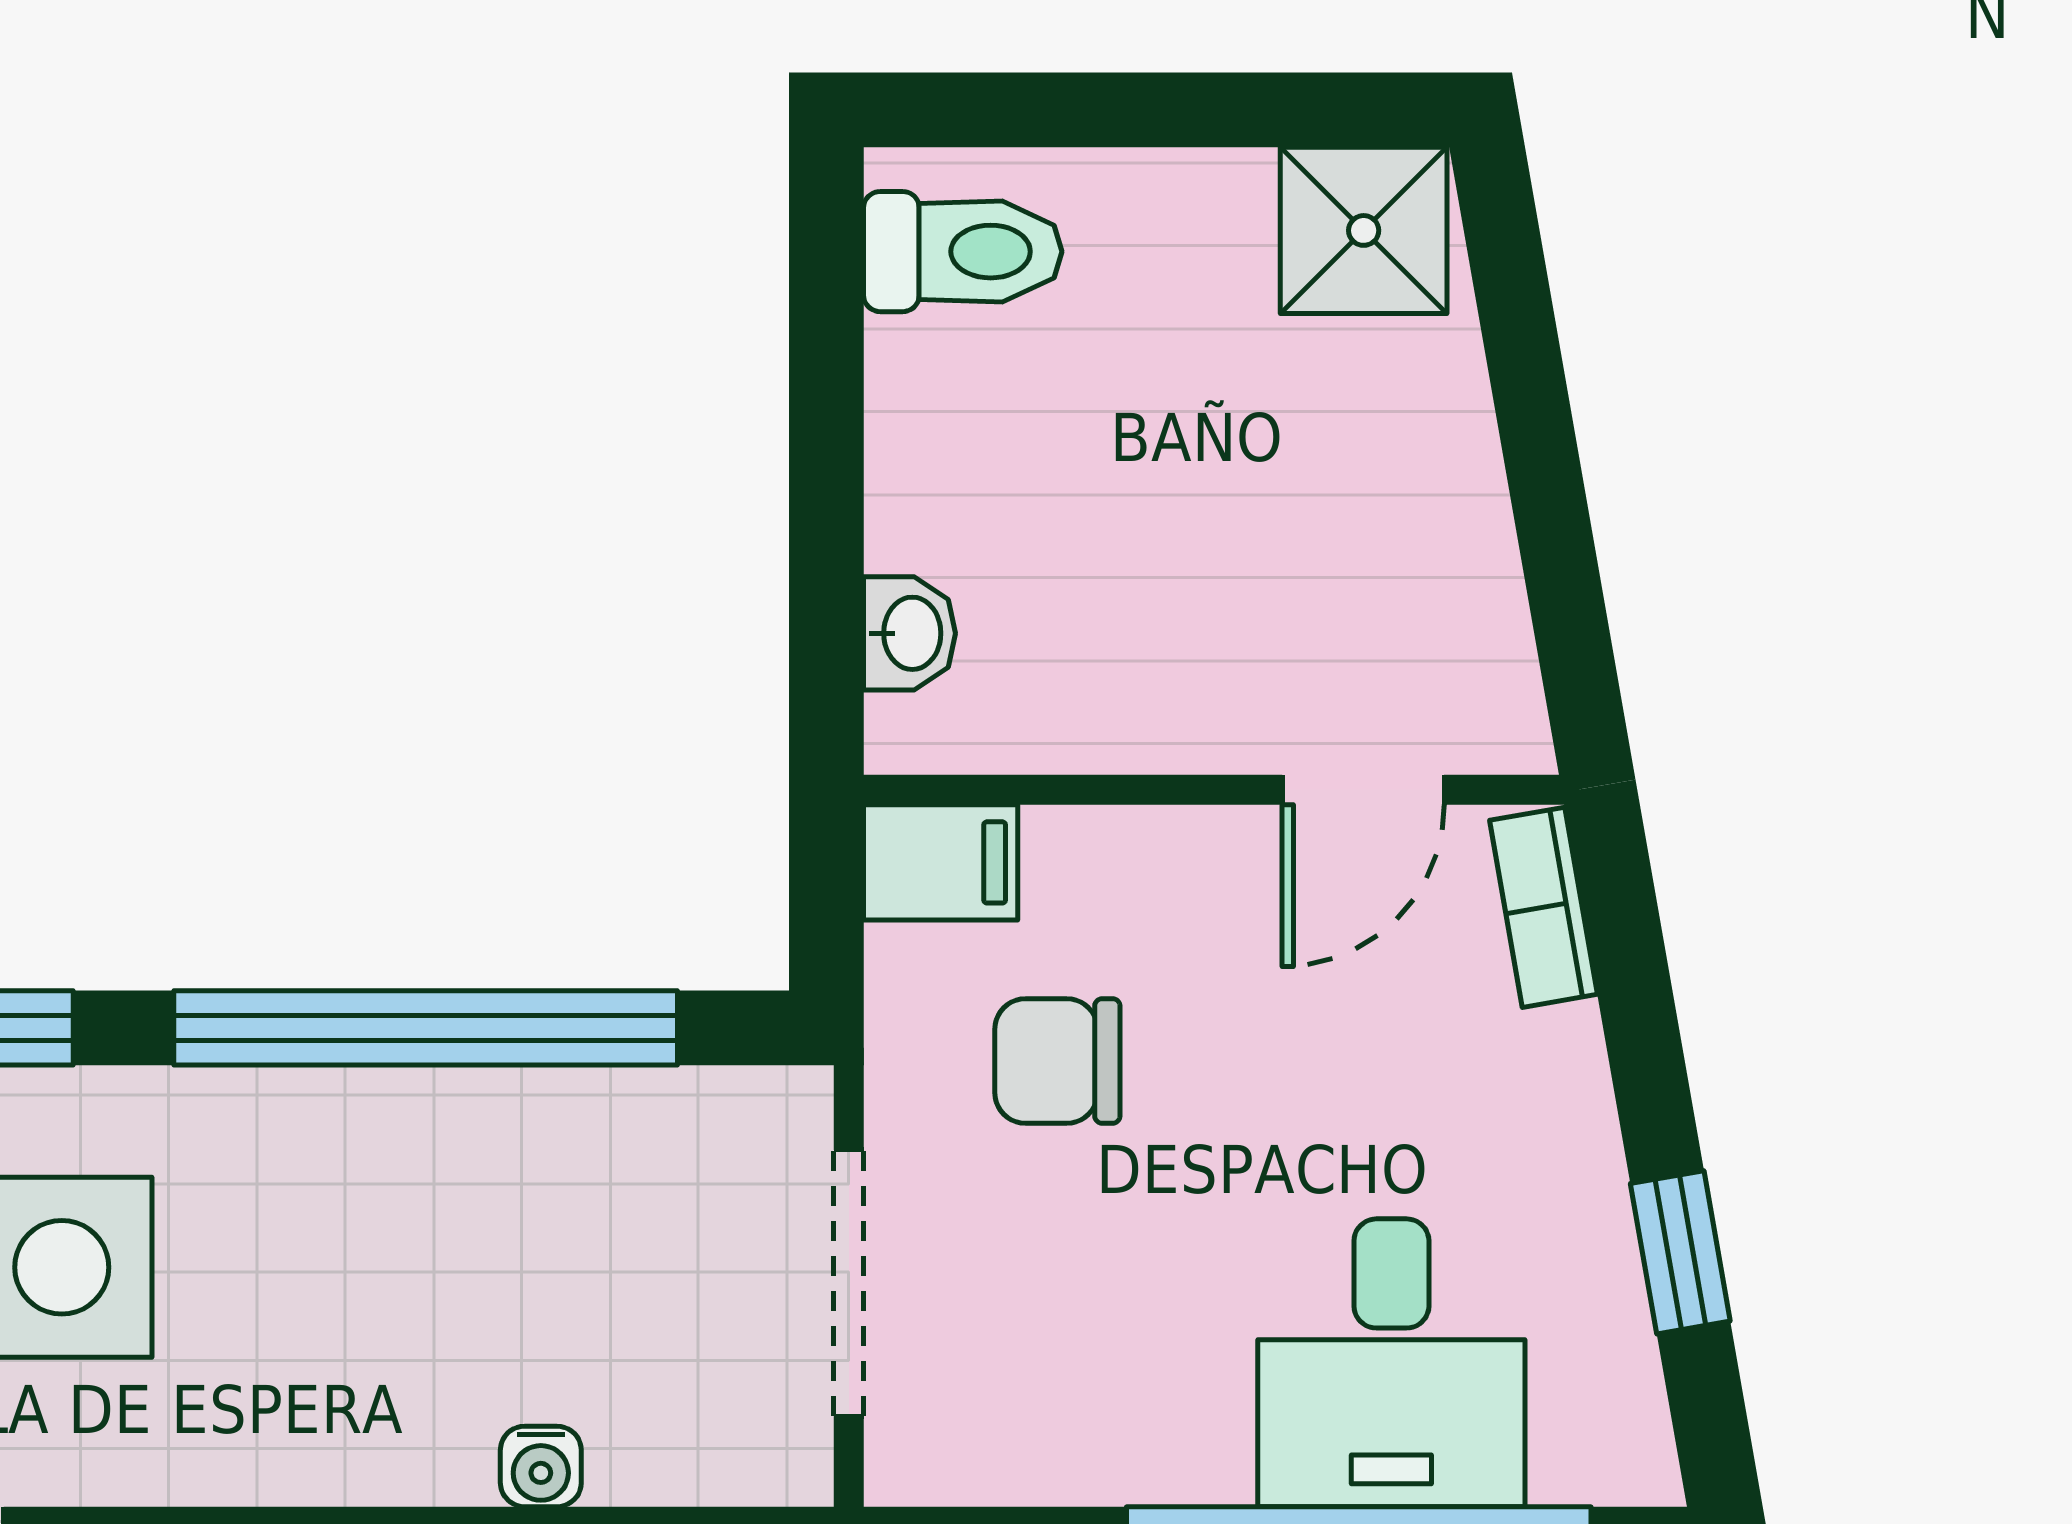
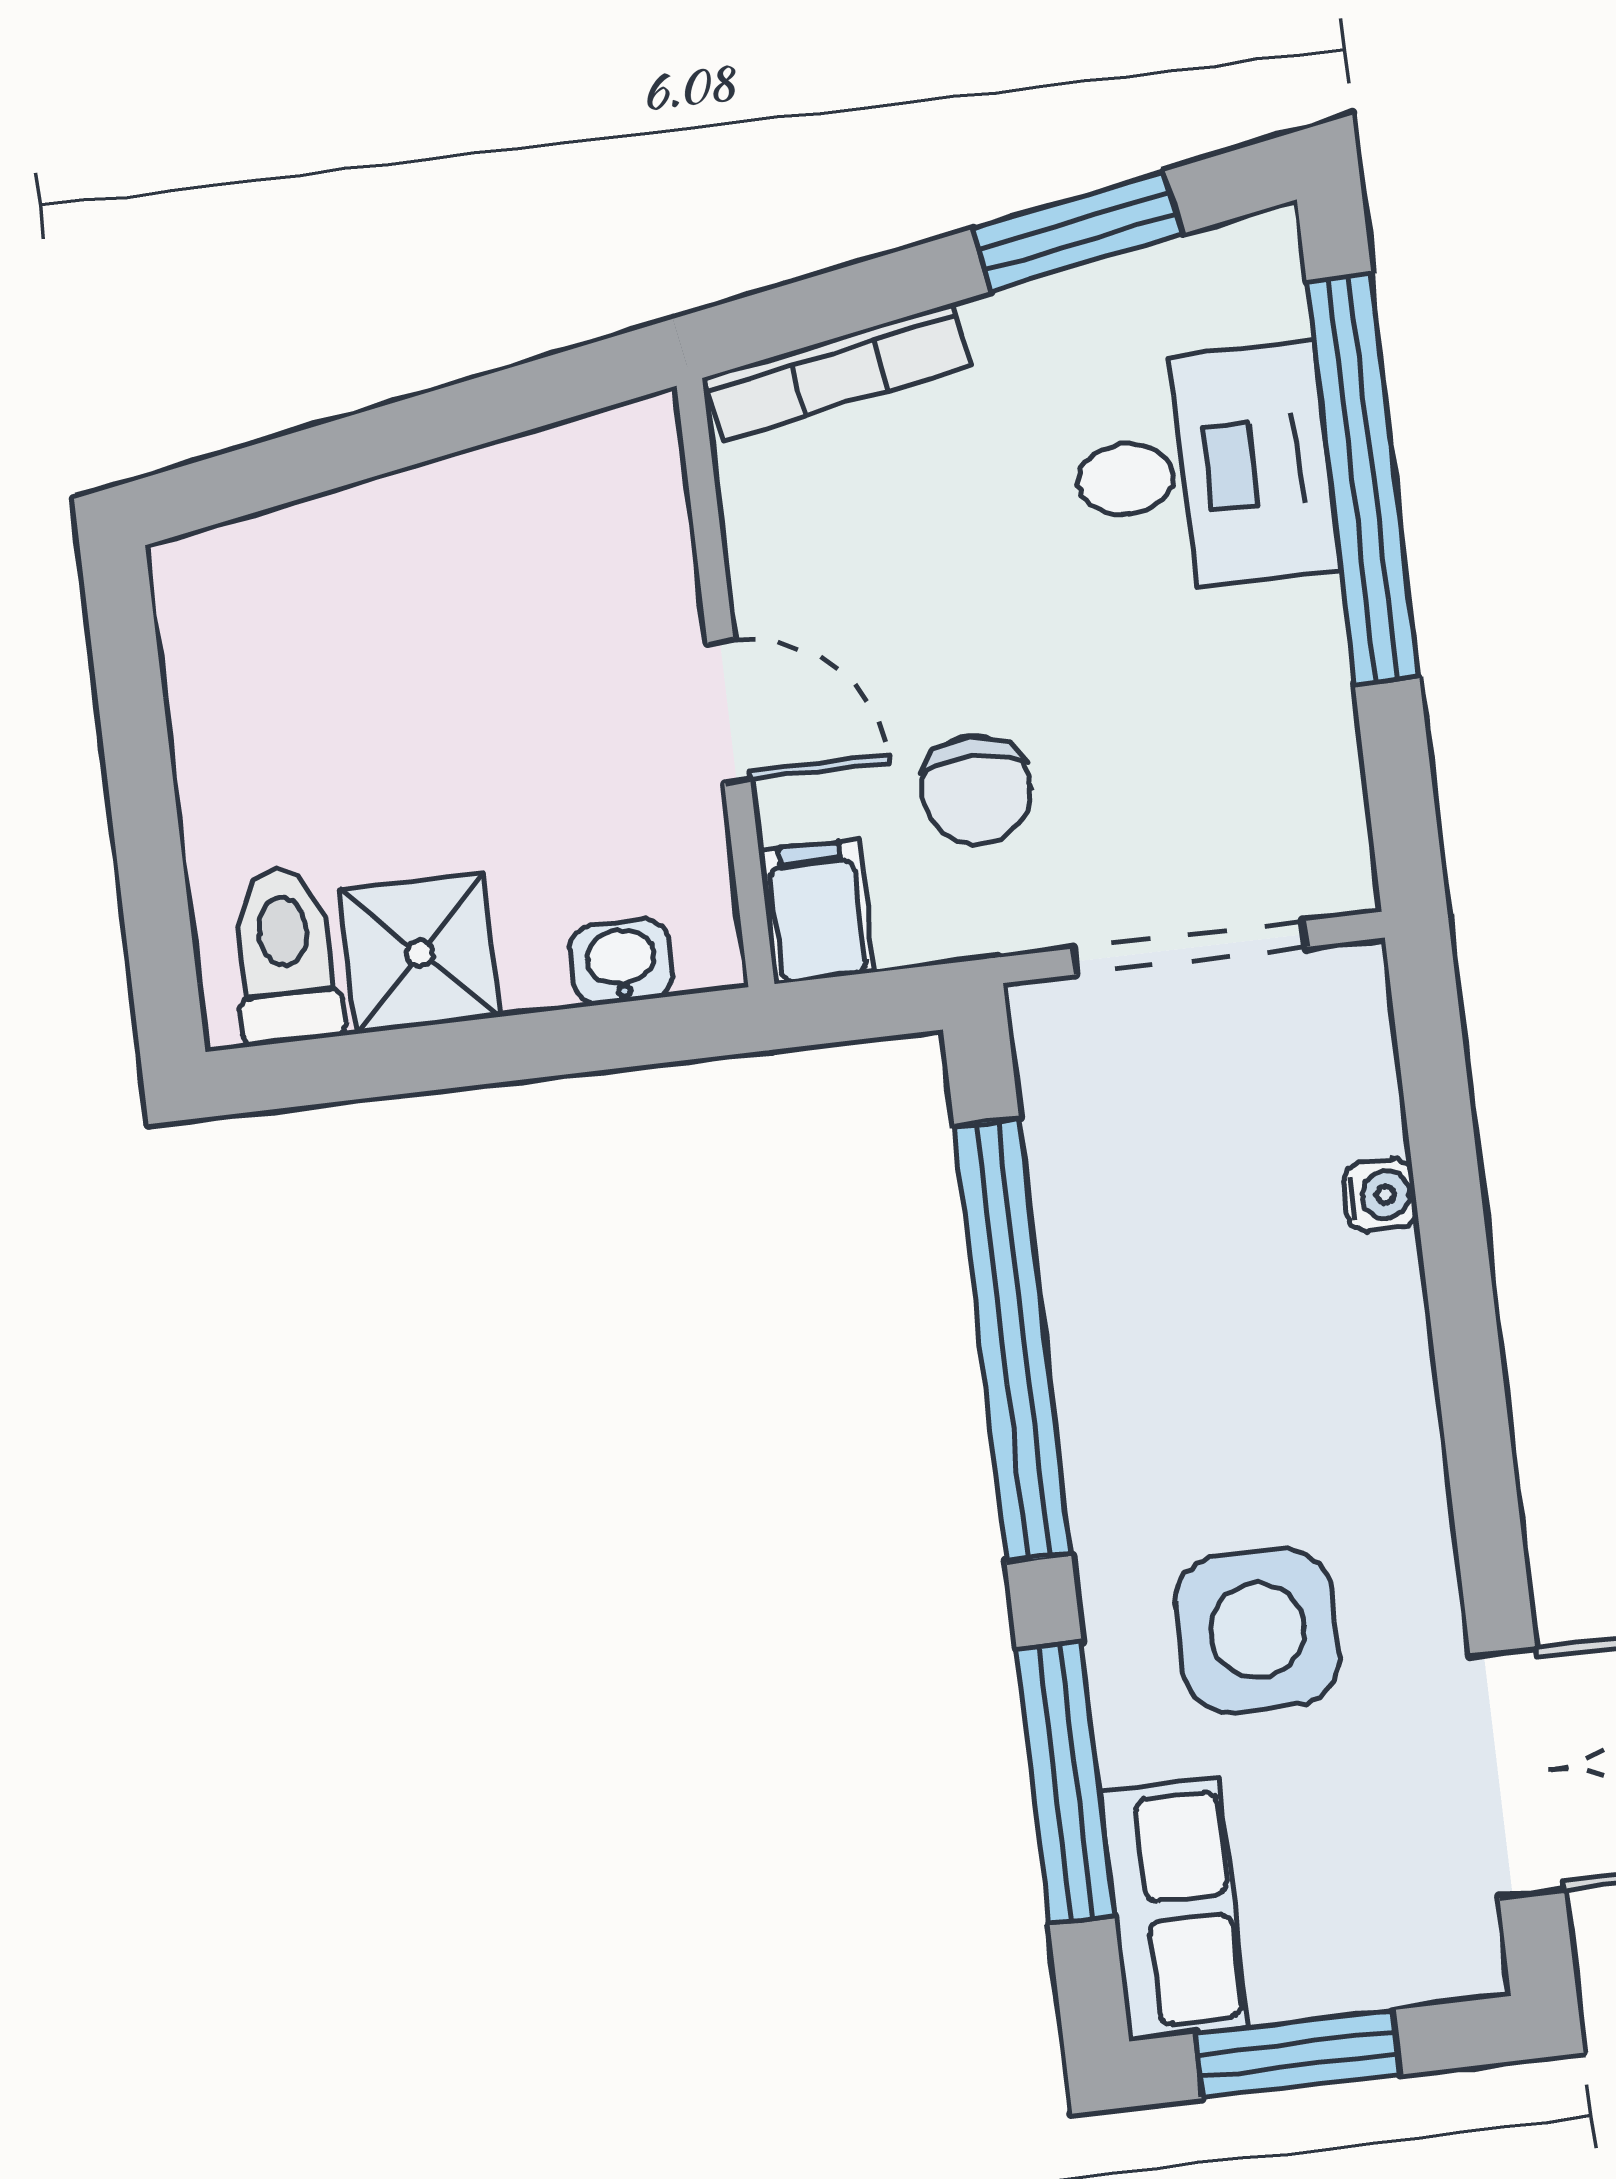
shower: (1364, 230) -> (420, 953), moved
door: (1363, 790) -> (729, 712), moved
bookcase: (1544, 907) -> (838, 372), width x1.56
window: (1680, 1252) -> (1077, 231), width x1.50

